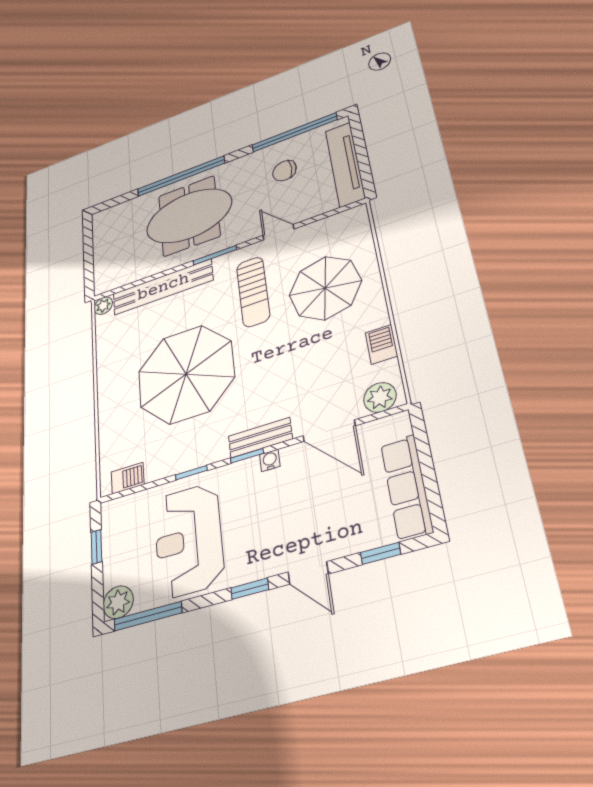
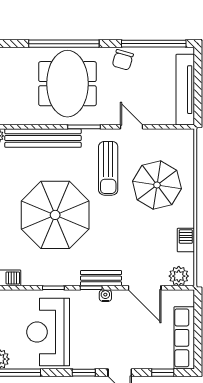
chair: (284, 171) -> (123, 60), moved, turned -74
meeting table: (189, 216) -> (67, 84), turned 90

